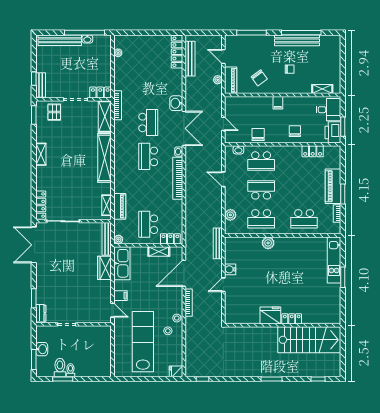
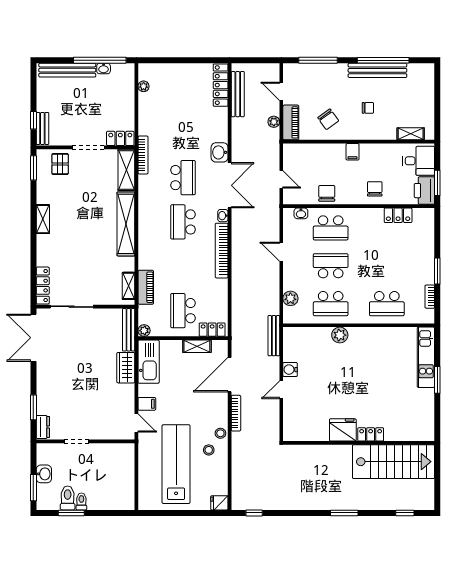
piano: (333, 186) -> (425, 261), removed

